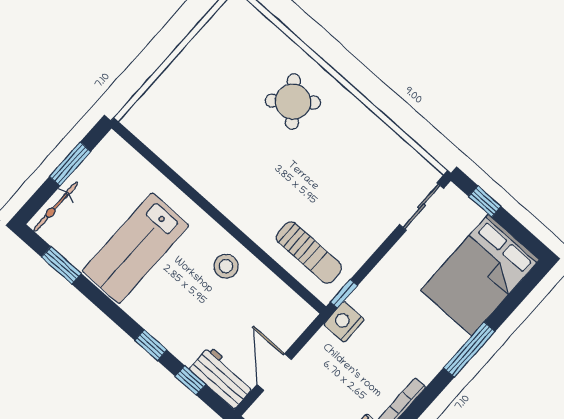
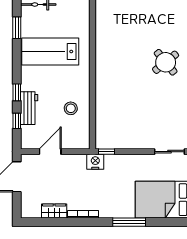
sun lounger: (309, 253) -> (111, 123), removed
stool: (226, 266) -> (71, 108), moved
workbench: (222, 377) -> (29, 108), moved

